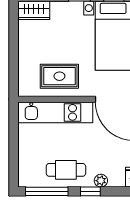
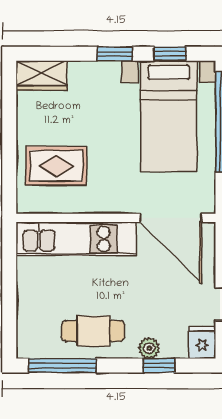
rug: (59, 76) -> (56, 166), moved
window: (90, 191) -> (159, 366), moved

